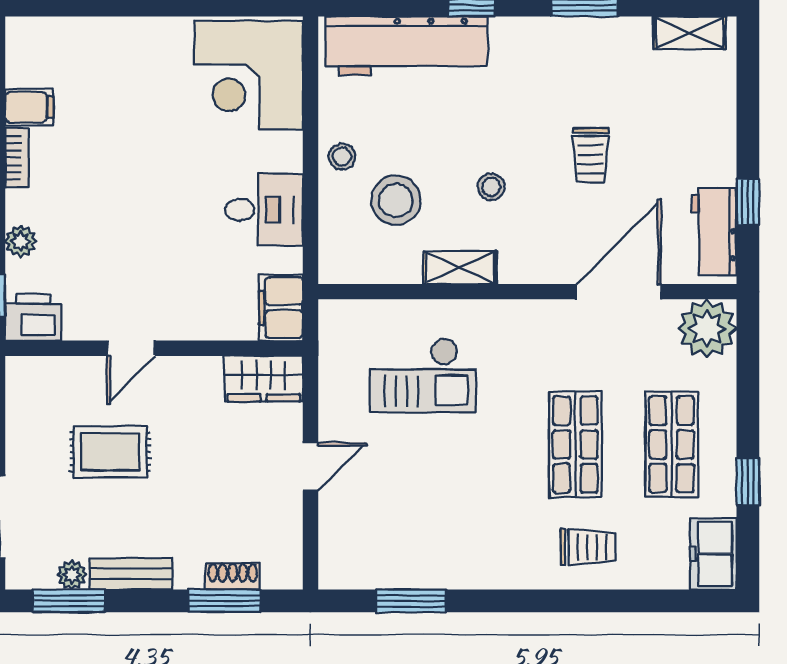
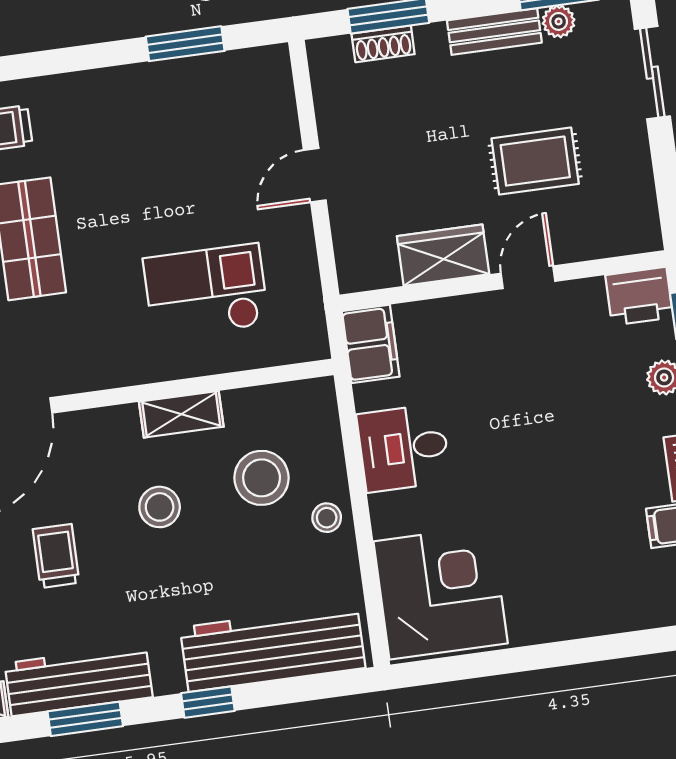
workbench: (586, 41) -> (79, 680), added
stool: (491, 187) -> (160, 507), width x1.37, depth x1.37
wardrobe: (264, 379) -> (443, 255), moved

